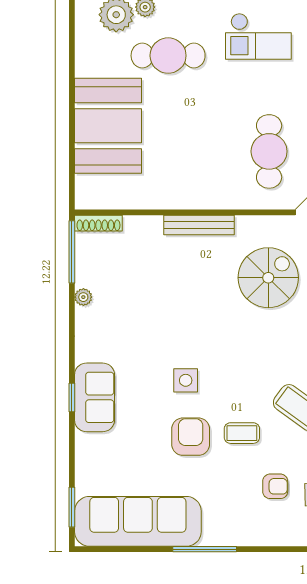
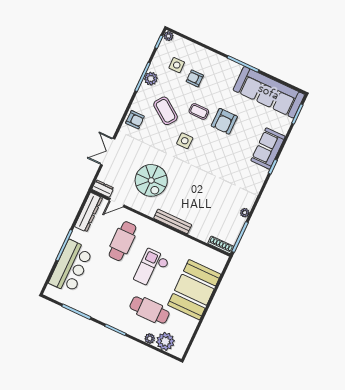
checkout: (258, 36) -> (152, 269), moved, turned -90
spiral stairs: (268, 278) -> (151, 180), turned -90
side table: (186, 380) -> (185, 141), moved
sofa: (95, 397) -> (268, 149), moved

